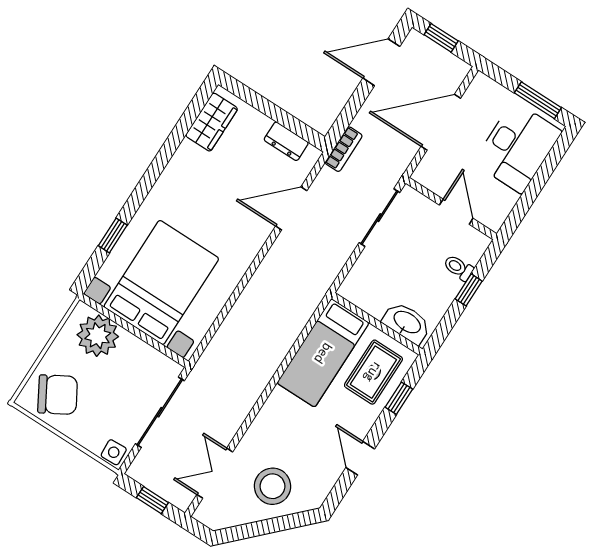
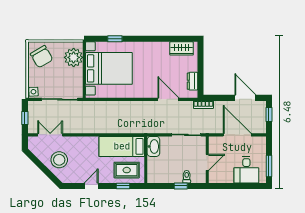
desk: (518, 147) -> (246, 170), width x0.73
washbasin: (407, 323) -> (153, 146), moved

